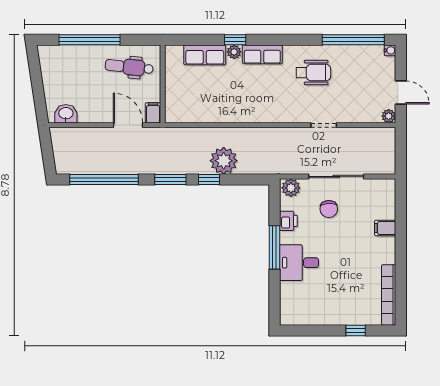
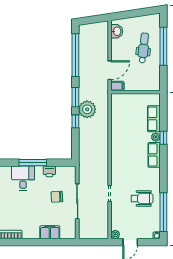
dental chair: (129, 67) -> (144, 48), moved
wheelchair: (313, 73) -> (142, 198), moved, turned -90
plant: (224, 161) -> (87, 109), moved
plant: (291, 188) -> (70, 173), removed
filing cabinet: (385, 228) -> (50, 232), width x2.00

